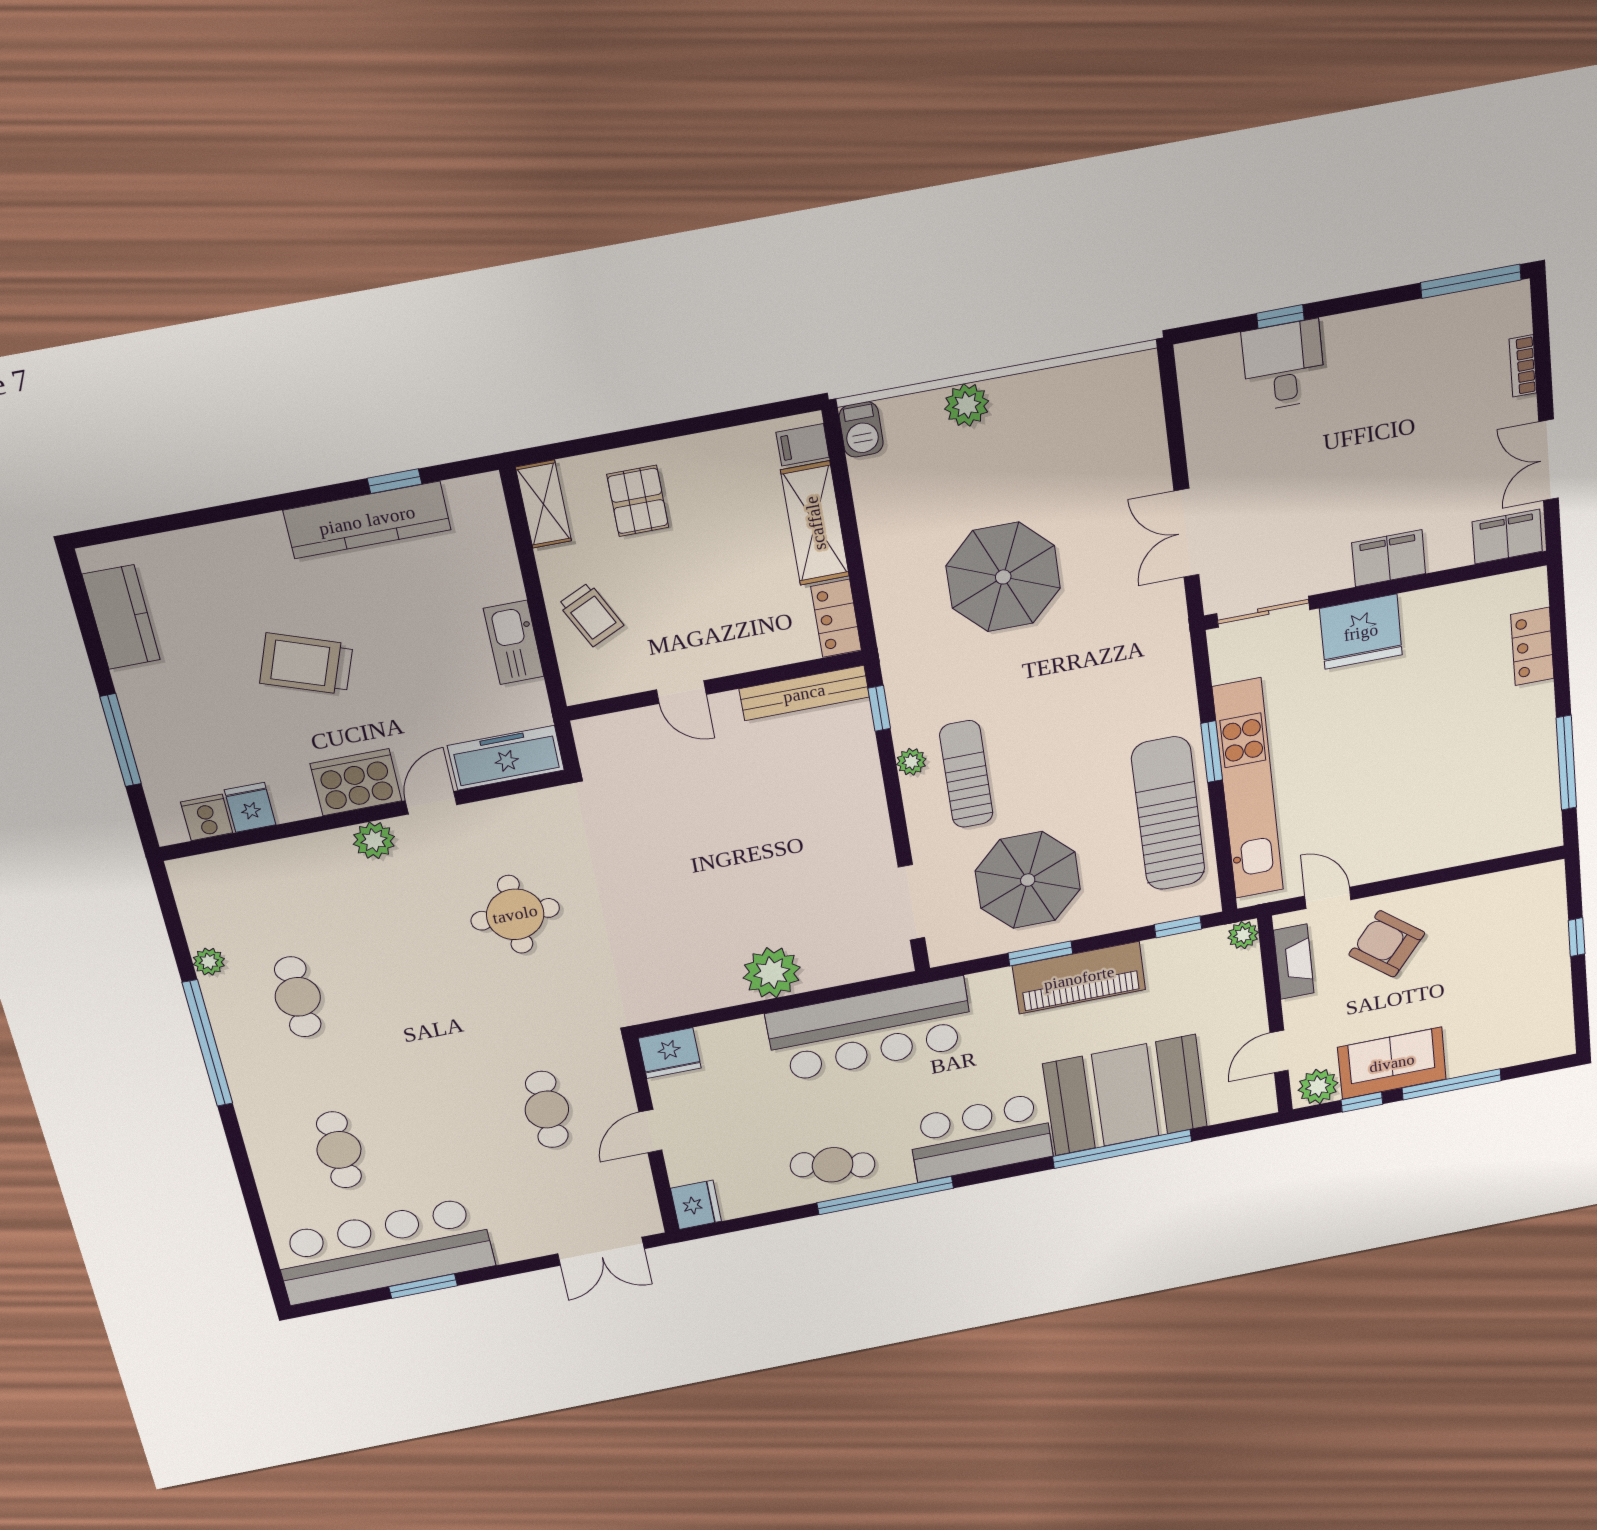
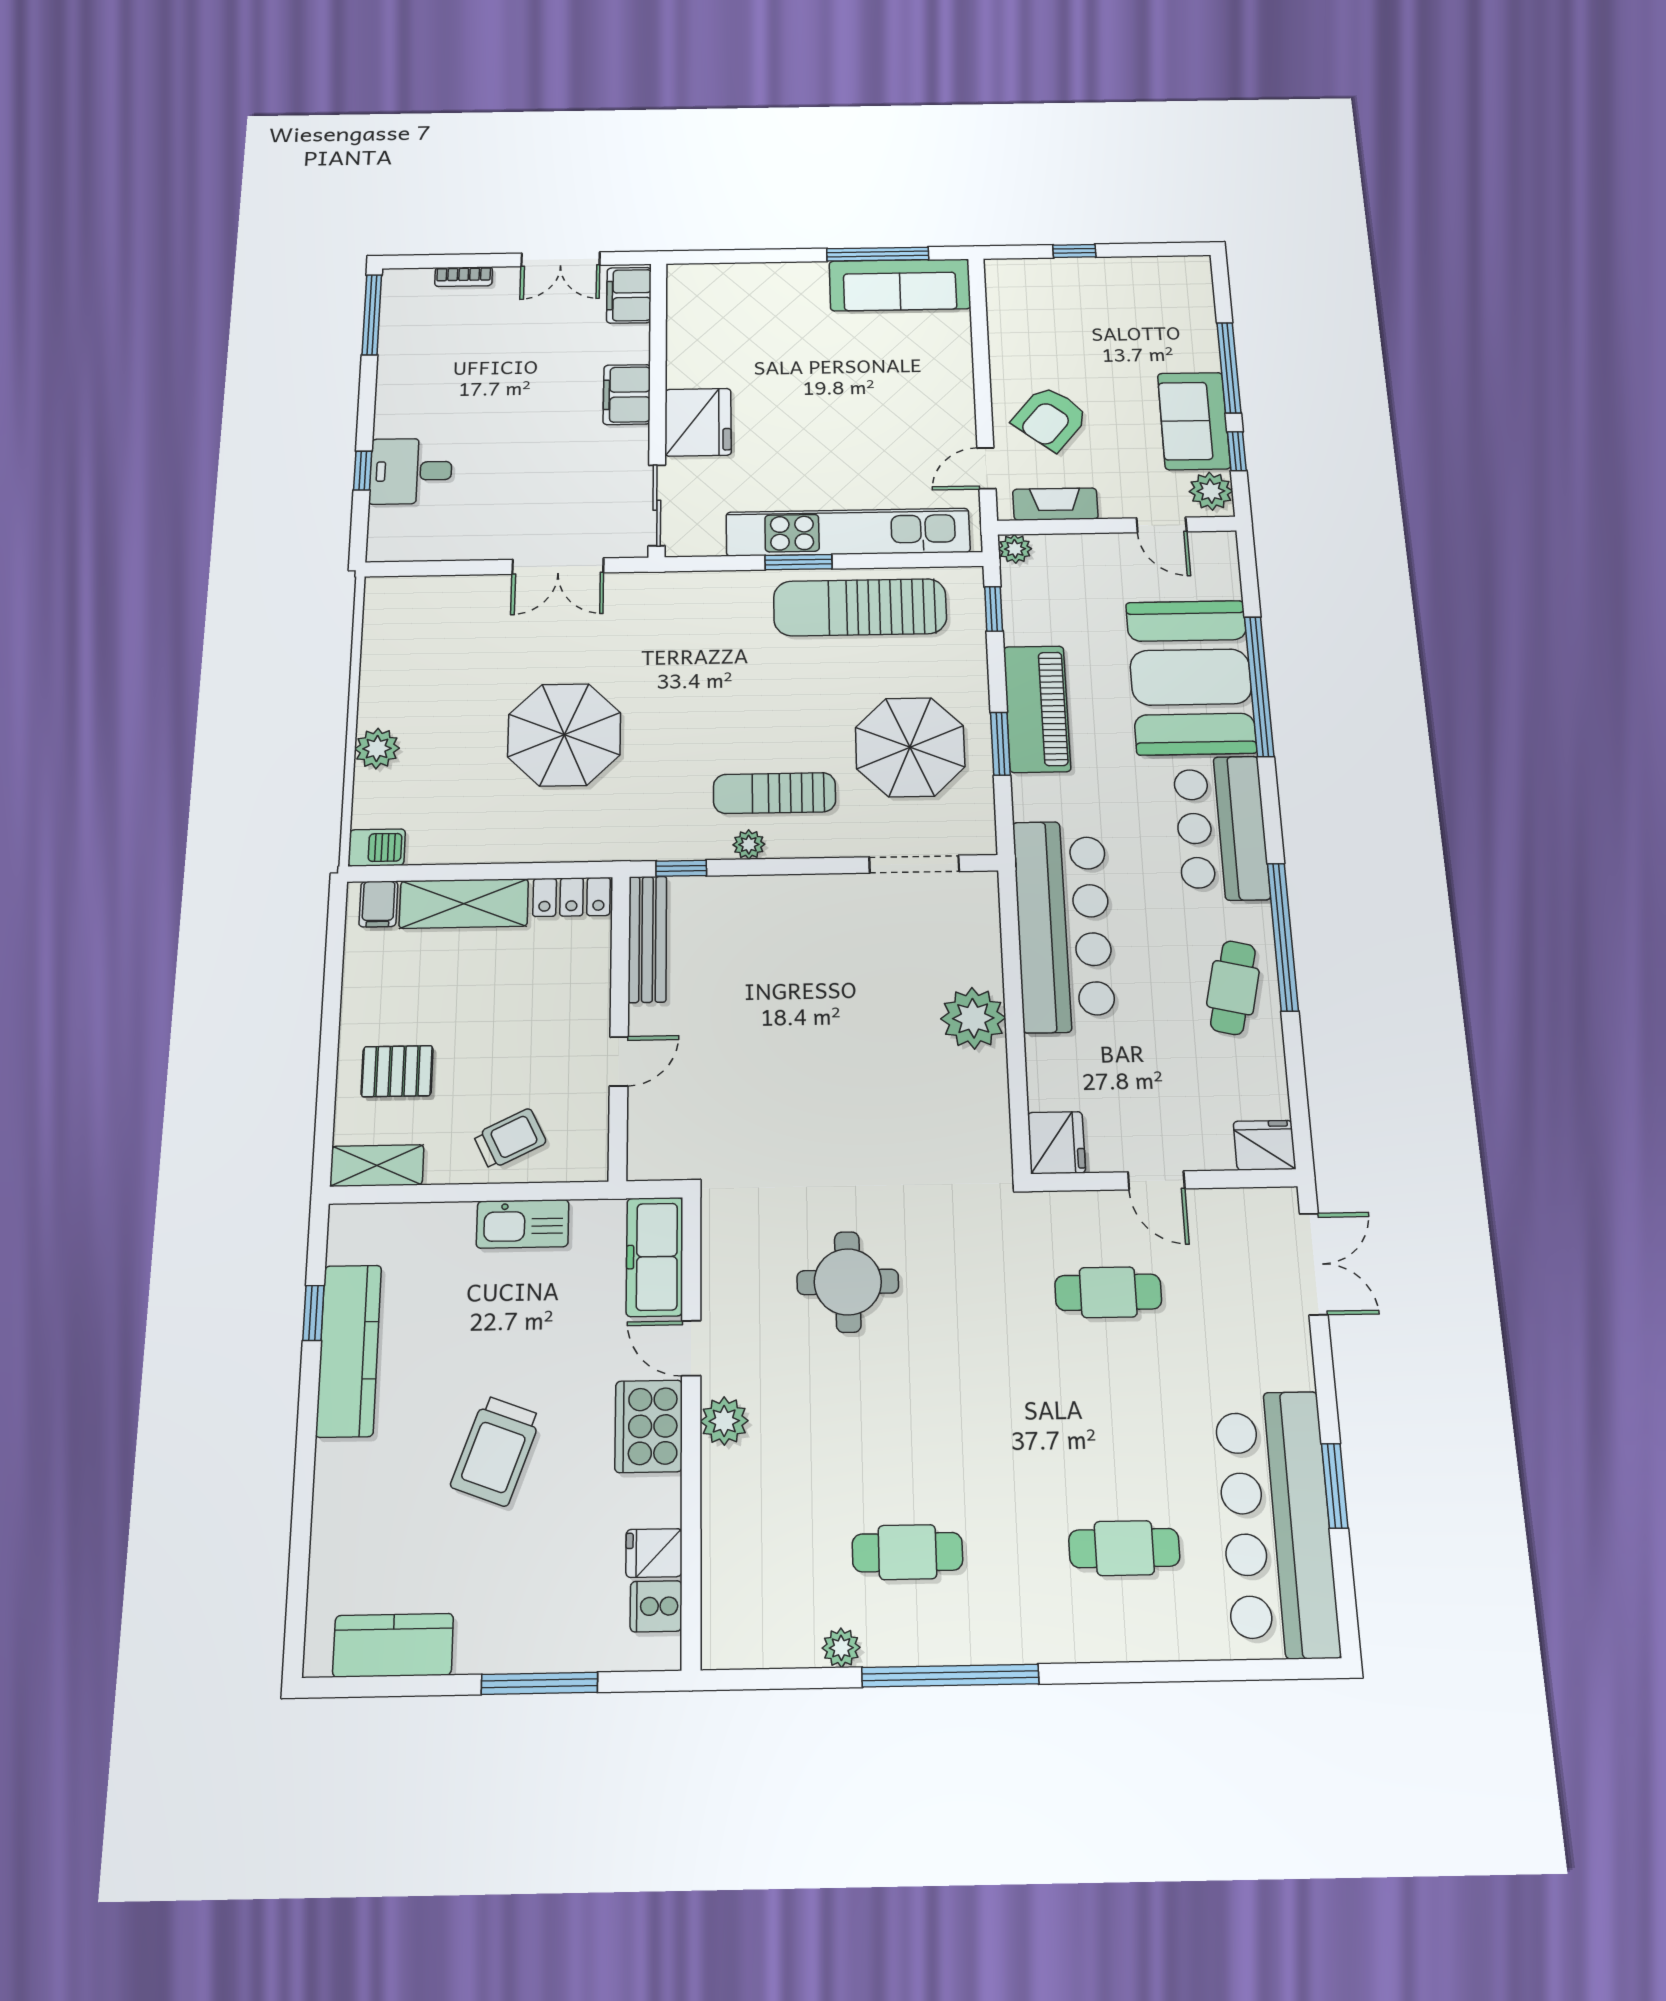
locker: (1532, 647) -> (747, 279), removed
sofa: (1531, 789) -> (900, 285), added

